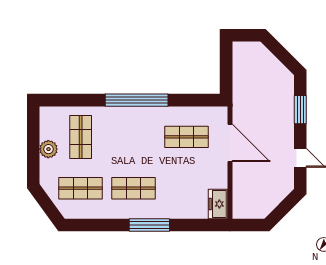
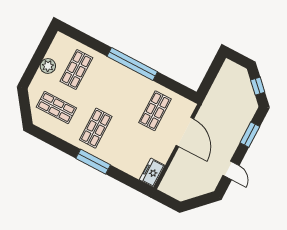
window: (282, 54) -> (258, 86), added
shop shelf: (187, 137) -> (155, 111), turned 90
shop shelf: (134, 188) -> (96, 128), turned 90

